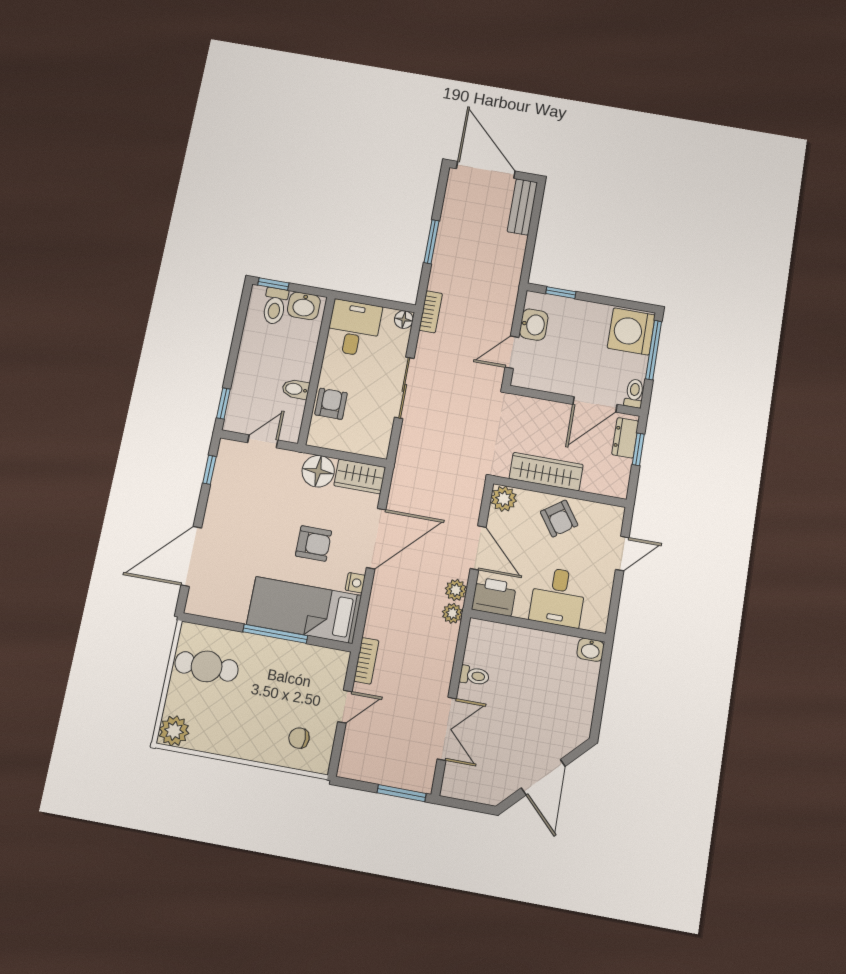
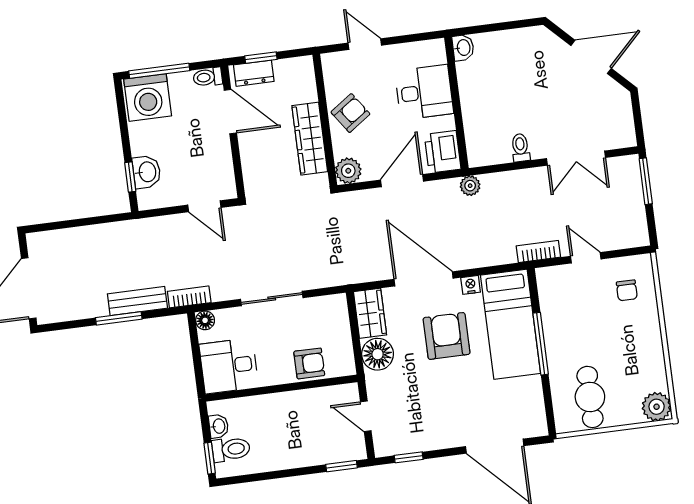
bench: (522, 207) -> (137, 301), moved
washbasin: (304, 306) -> (219, 426), width x0.72, depth x0.69
washbasin: (534, 325) -> (147, 172), moved, turned 90
bidet: (296, 389) -> (306, 402), removed
armchair: (331, 404) -> (309, 363), turned 180
armchair: (314, 543) -> (447, 336), width x1.38, depth x1.38
plant: (456, 590) -> (448, 189), removed
double door: (447, 729) -> (576, 158), swing flipped

